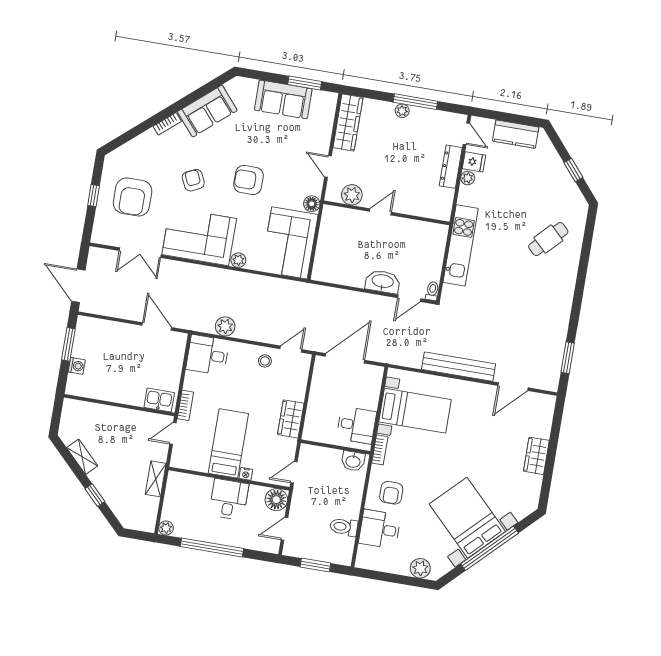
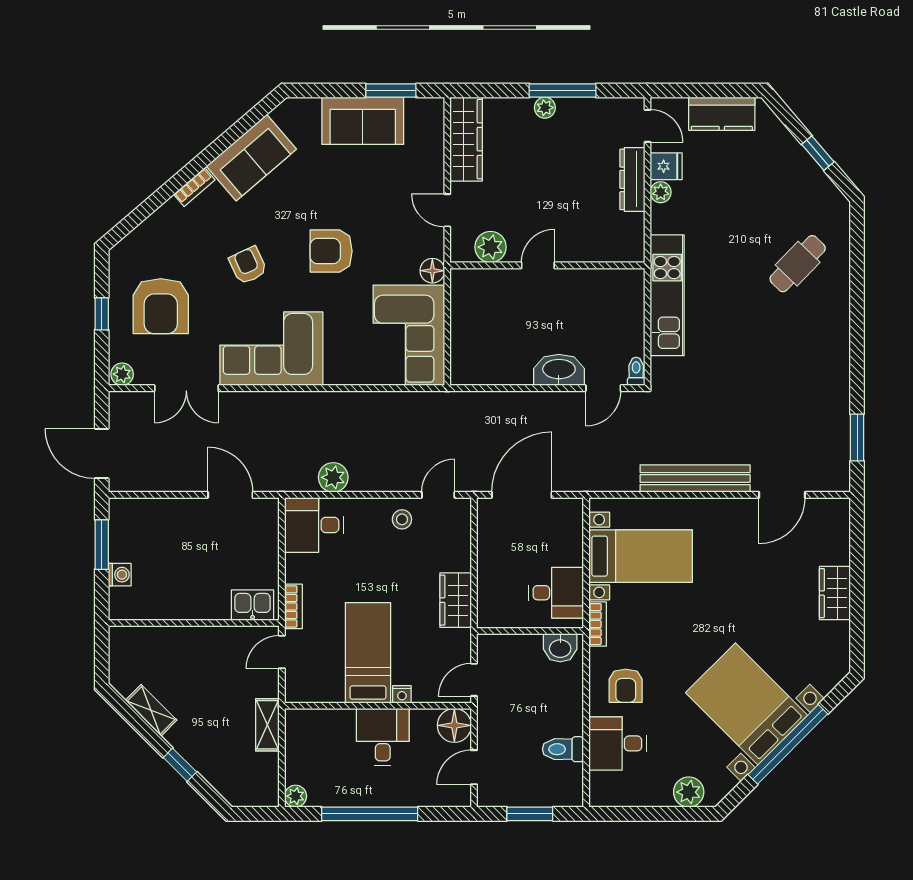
plant: (238, 260) -> (122, 374), moved

